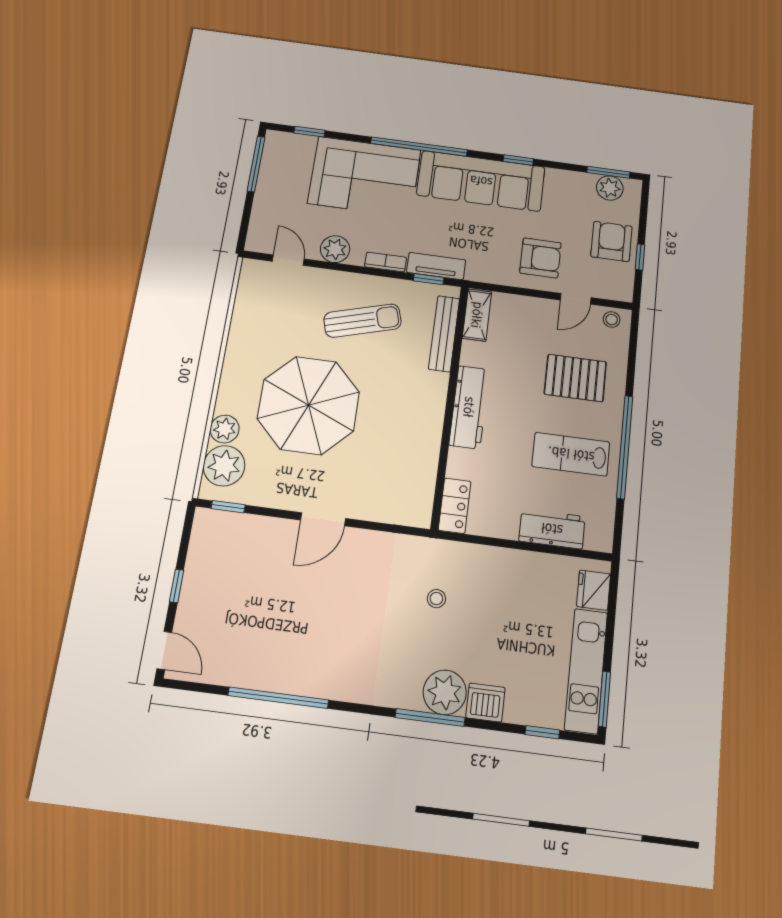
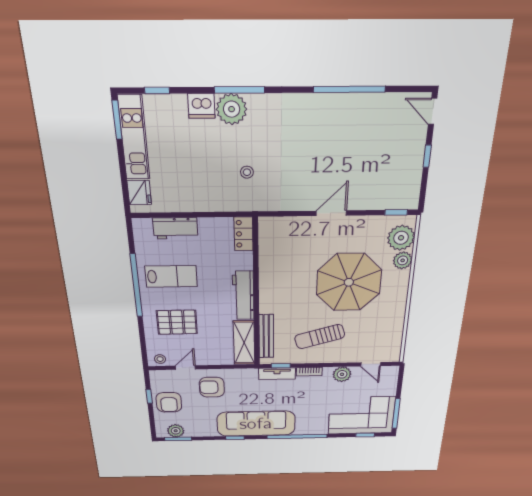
corner sofa: (365, 177) -> (362, 415), moved
shelving: (477, 315) -> (244, 343), width x1.50, depth x1.33

